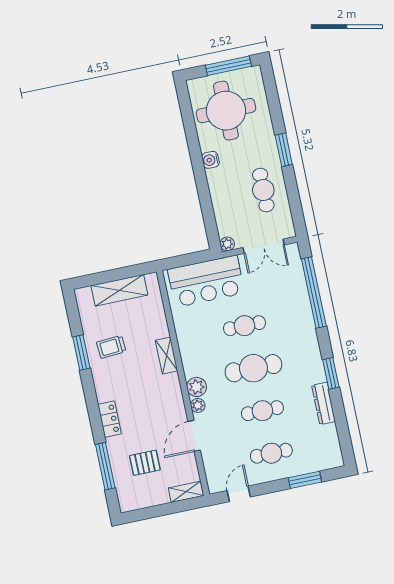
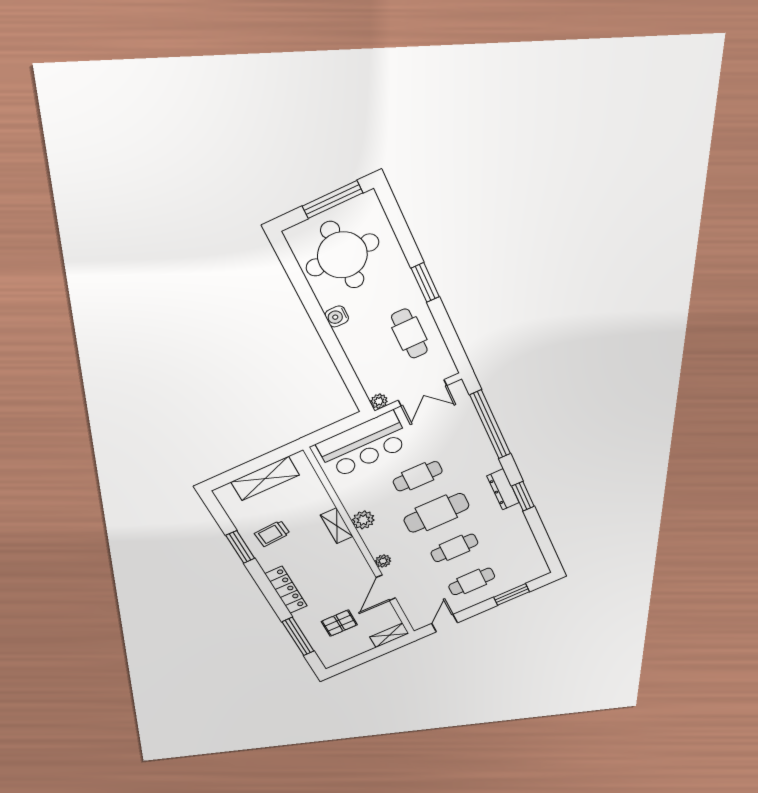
plant: (197, 387) -> (363, 520), moved
dresser: (324, 403) -> (503, 489), moved
locker: (110, 419) -> (286, 590), width x1.53

